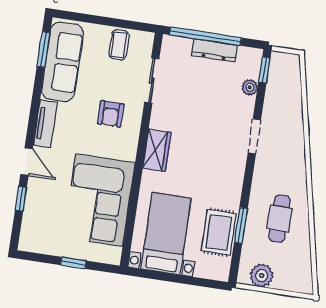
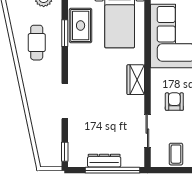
plant: (250, 87) -> (74, 137), removed
doorway: (254, 136) -> (65, 101), width x1.38

